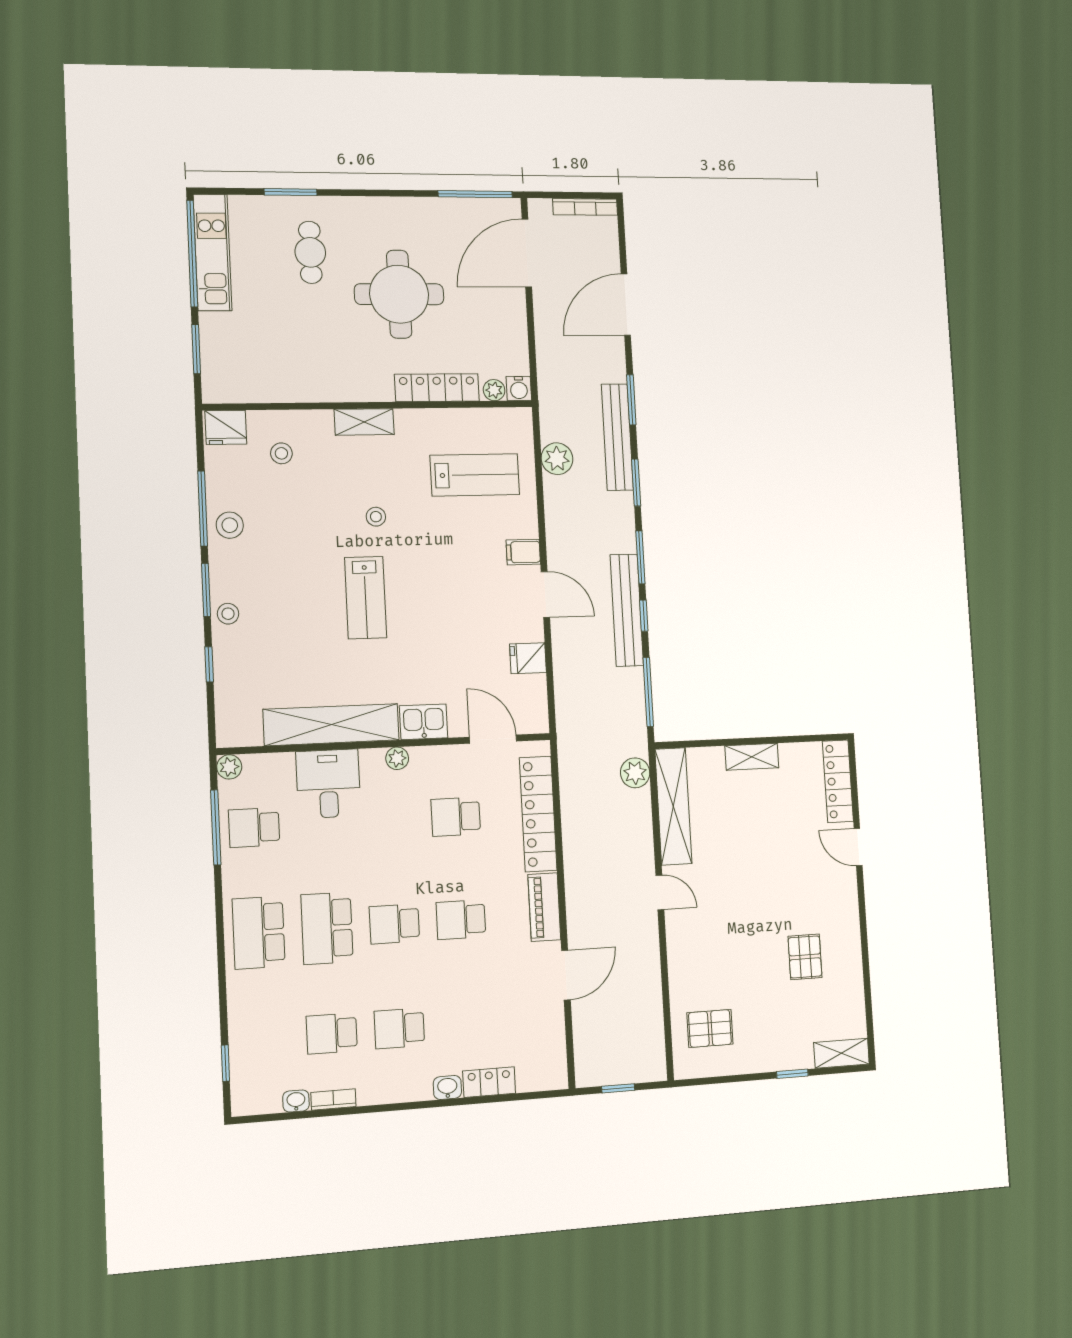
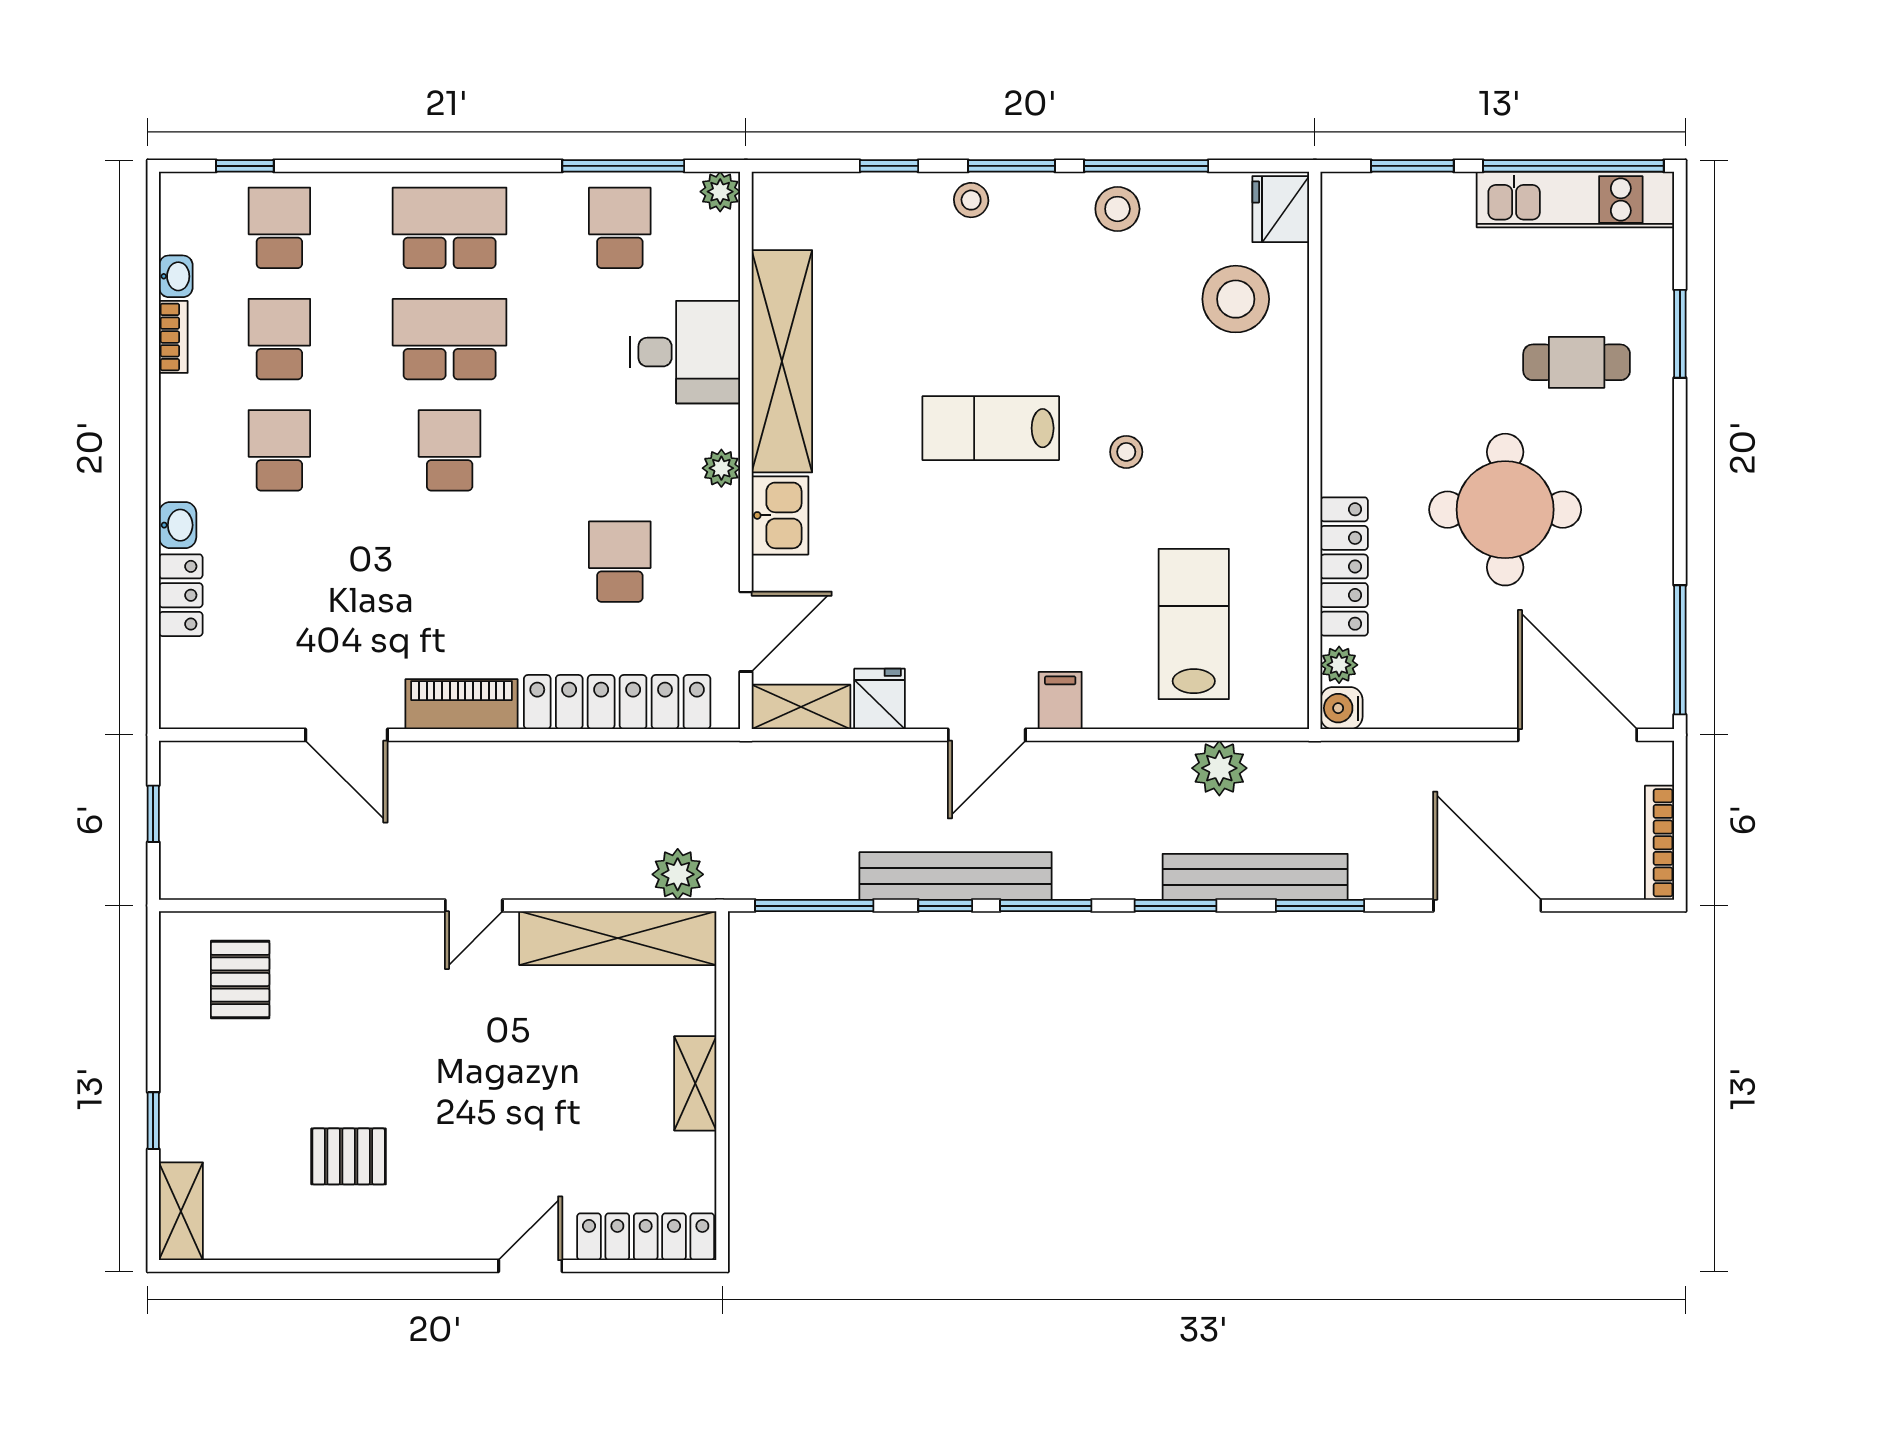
shelving: (364, 422) -> (801, 707), moved, turned 90
stool: (281, 453) -> (1236, 299), width x1.89, depth x1.89
lab bench: (475, 475) -> (1194, 624), turned 180
school desk: (461, 920) -> (279, 228), moved

